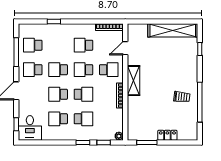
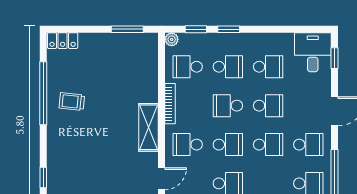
school desk: (83, 119) -> (228, 67), turned 180
school desk: (109, 119) -> (188, 67), added
locker: (167, 135) -> (63, 41), moved

